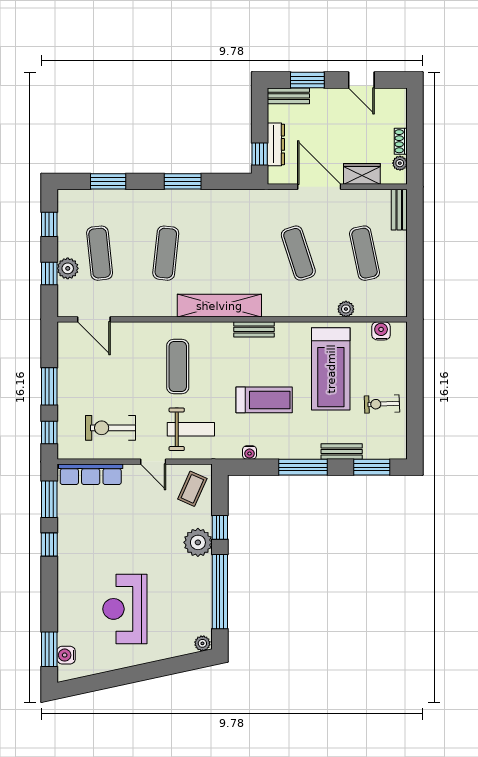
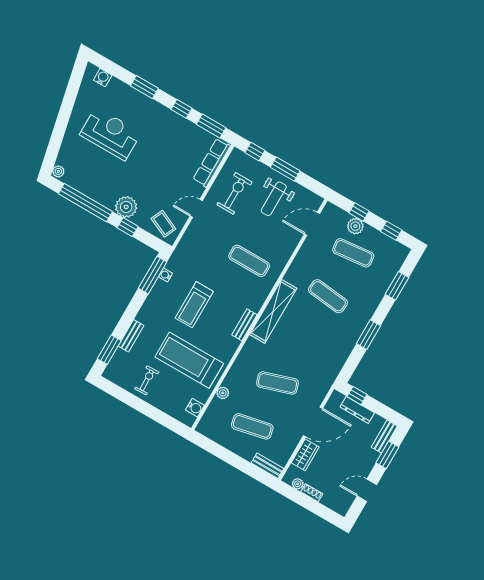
weight bench: (191, 429) -> (274, 199), moved
window: (303, 467) -> (153, 275), moved
window: (49, 649) -> (144, 87), moved

